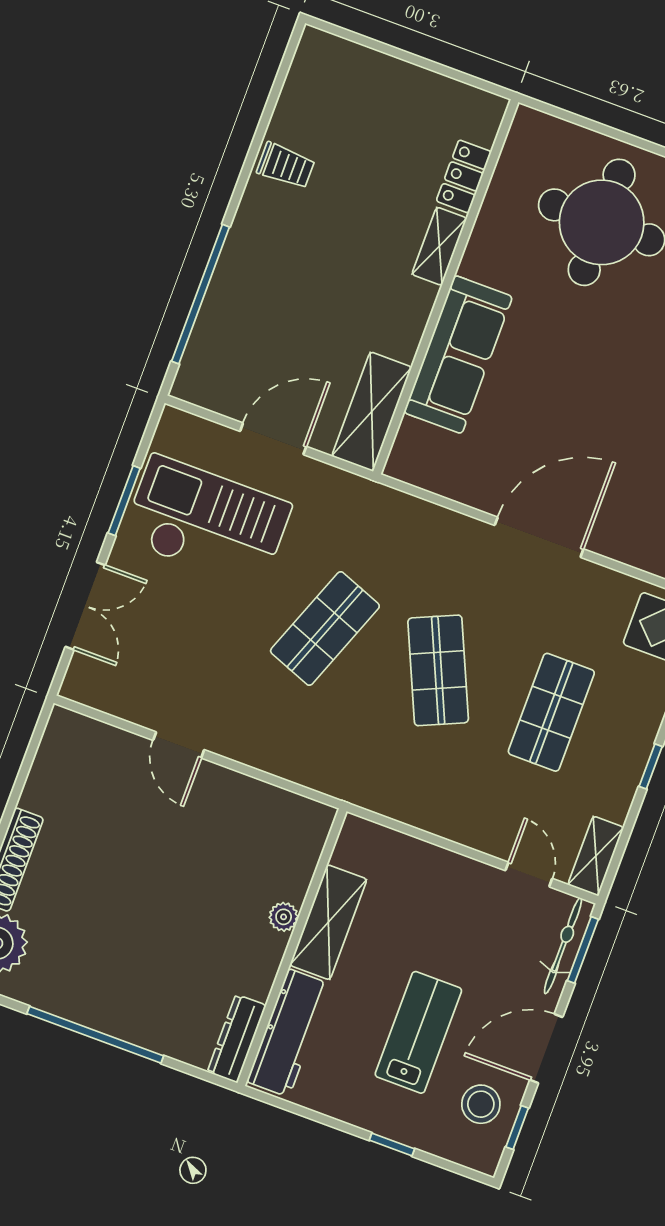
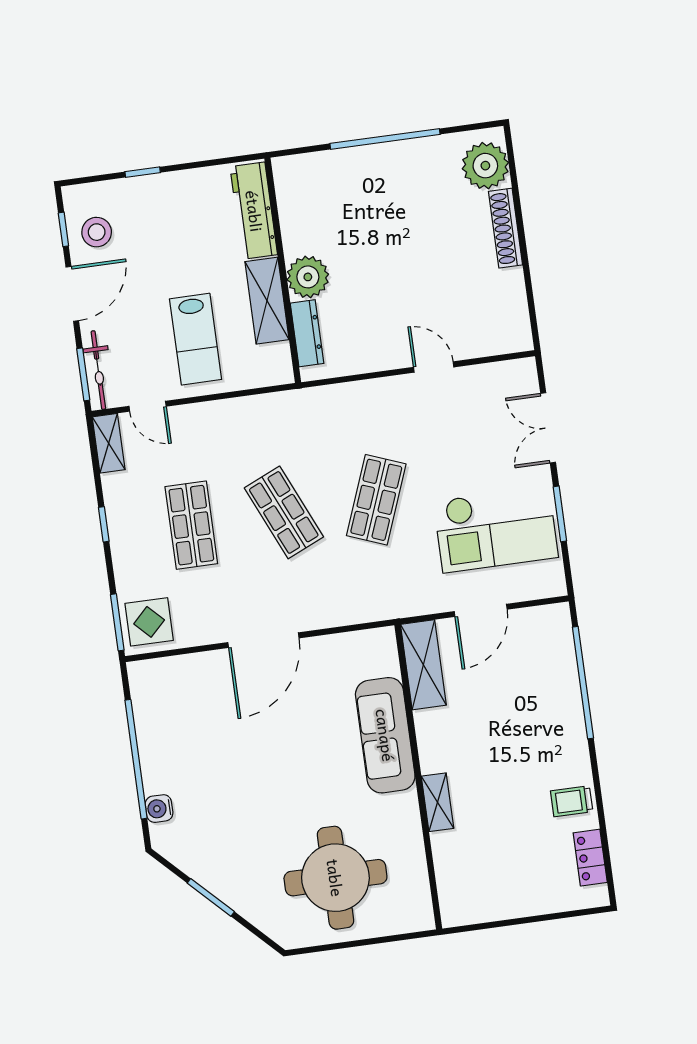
locker: (464, 176) -> (590, 858), moved, turned 180
plant: (284, 917) -> (308, 277), width x1.88, depth x1.88
lab bench: (418, 1032) -> (196, 339), moved
dresser: (237, 1039) -> (307, 333), moved

